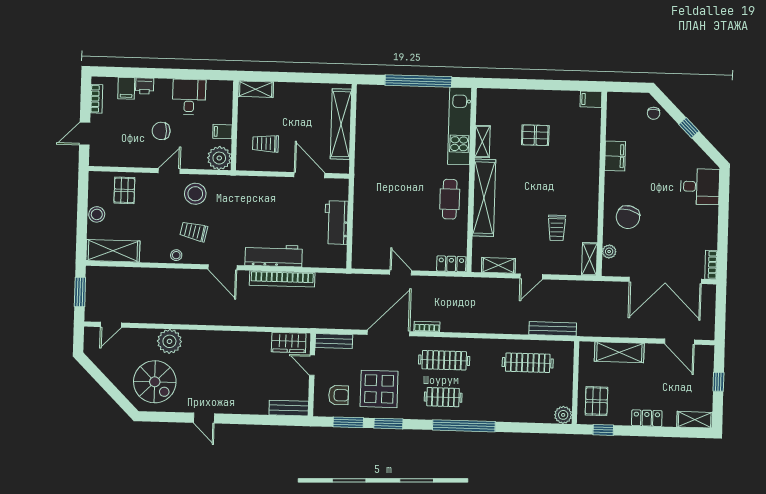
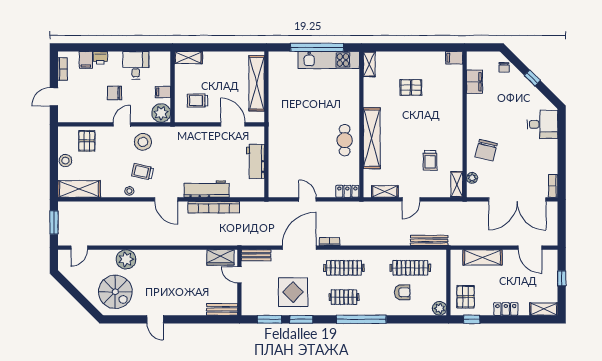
kitchen unit: (460, 126) -> (329, 60), moved, turned -90
shelving: (482, 142) -> (369, 64), moved
filing cabinet: (615, 156) -> (474, 82), moved
armchair: (339, 395) -> (402, 292), moved

